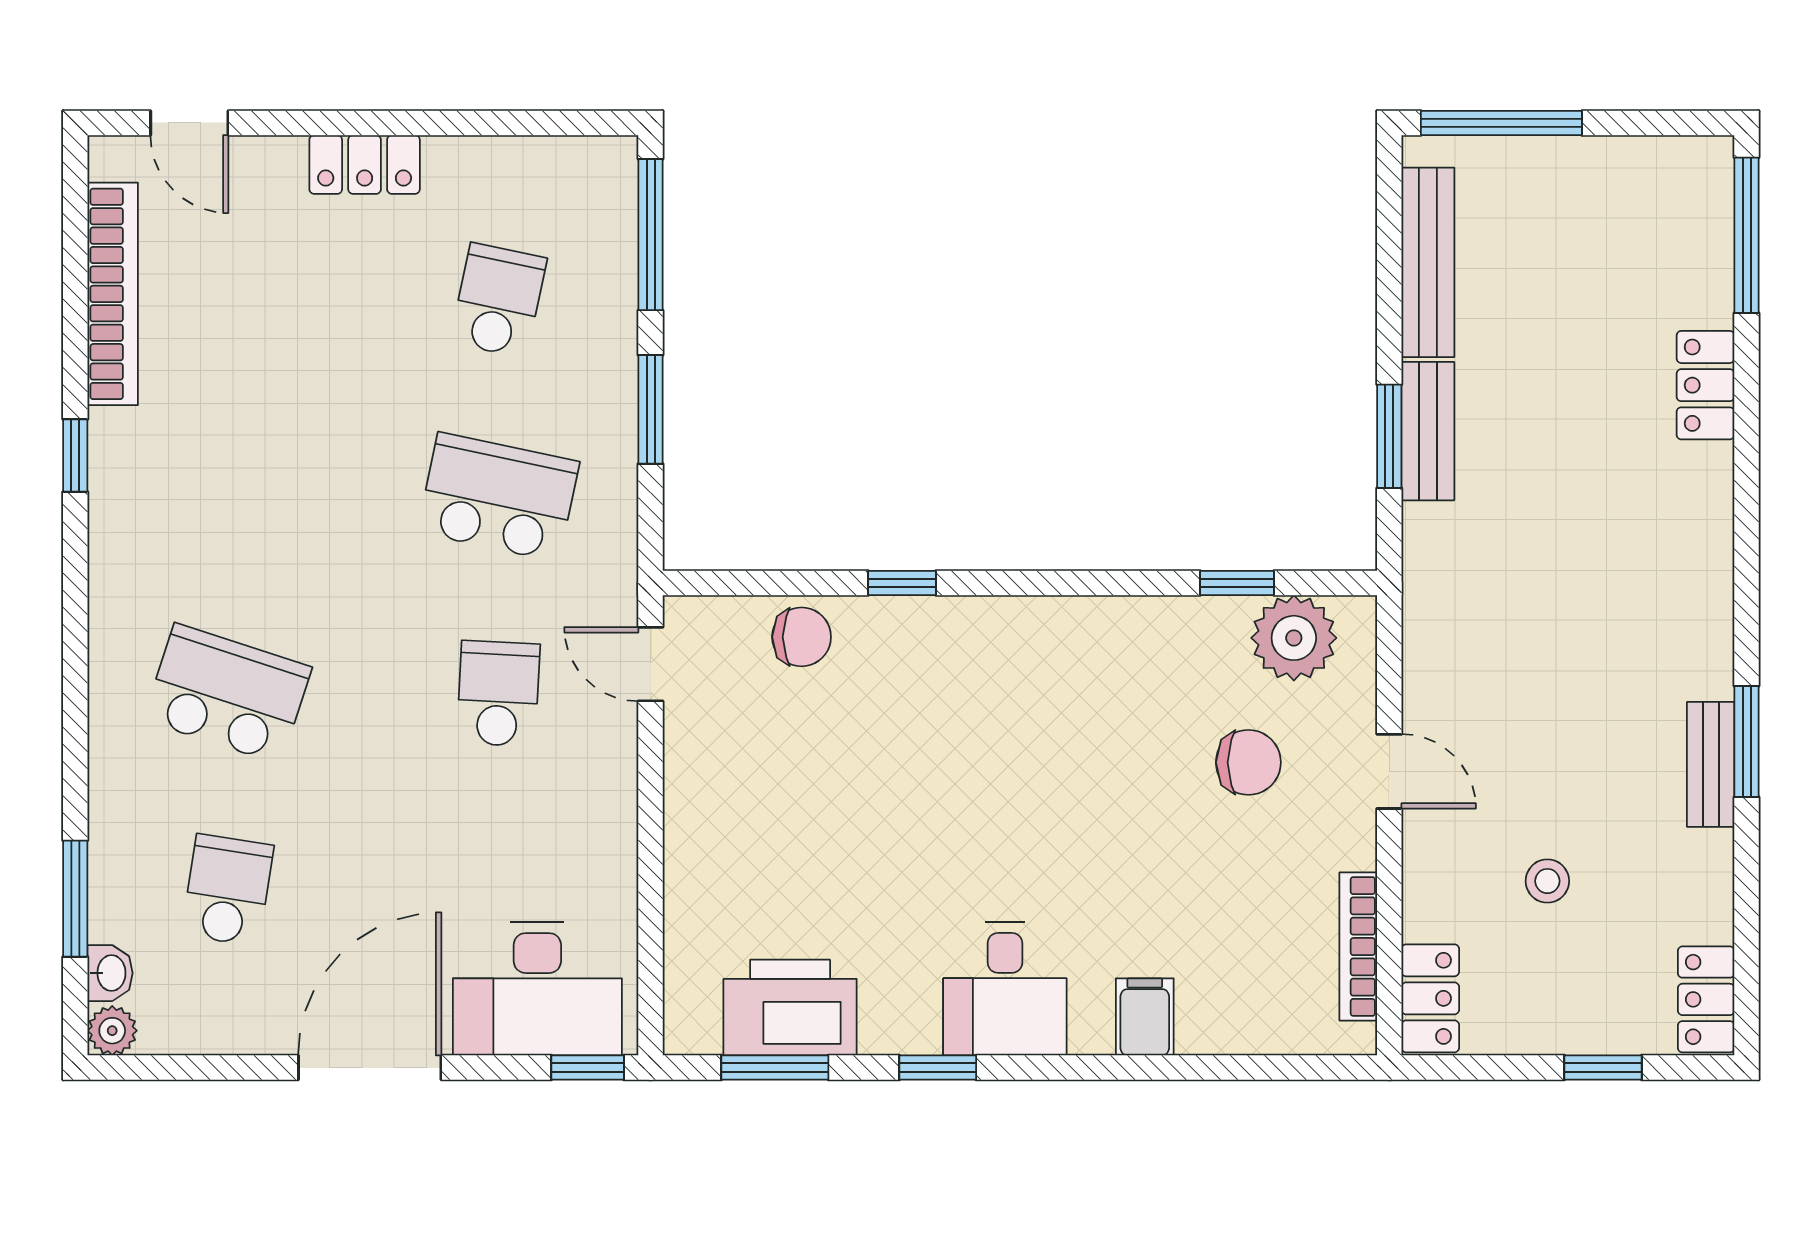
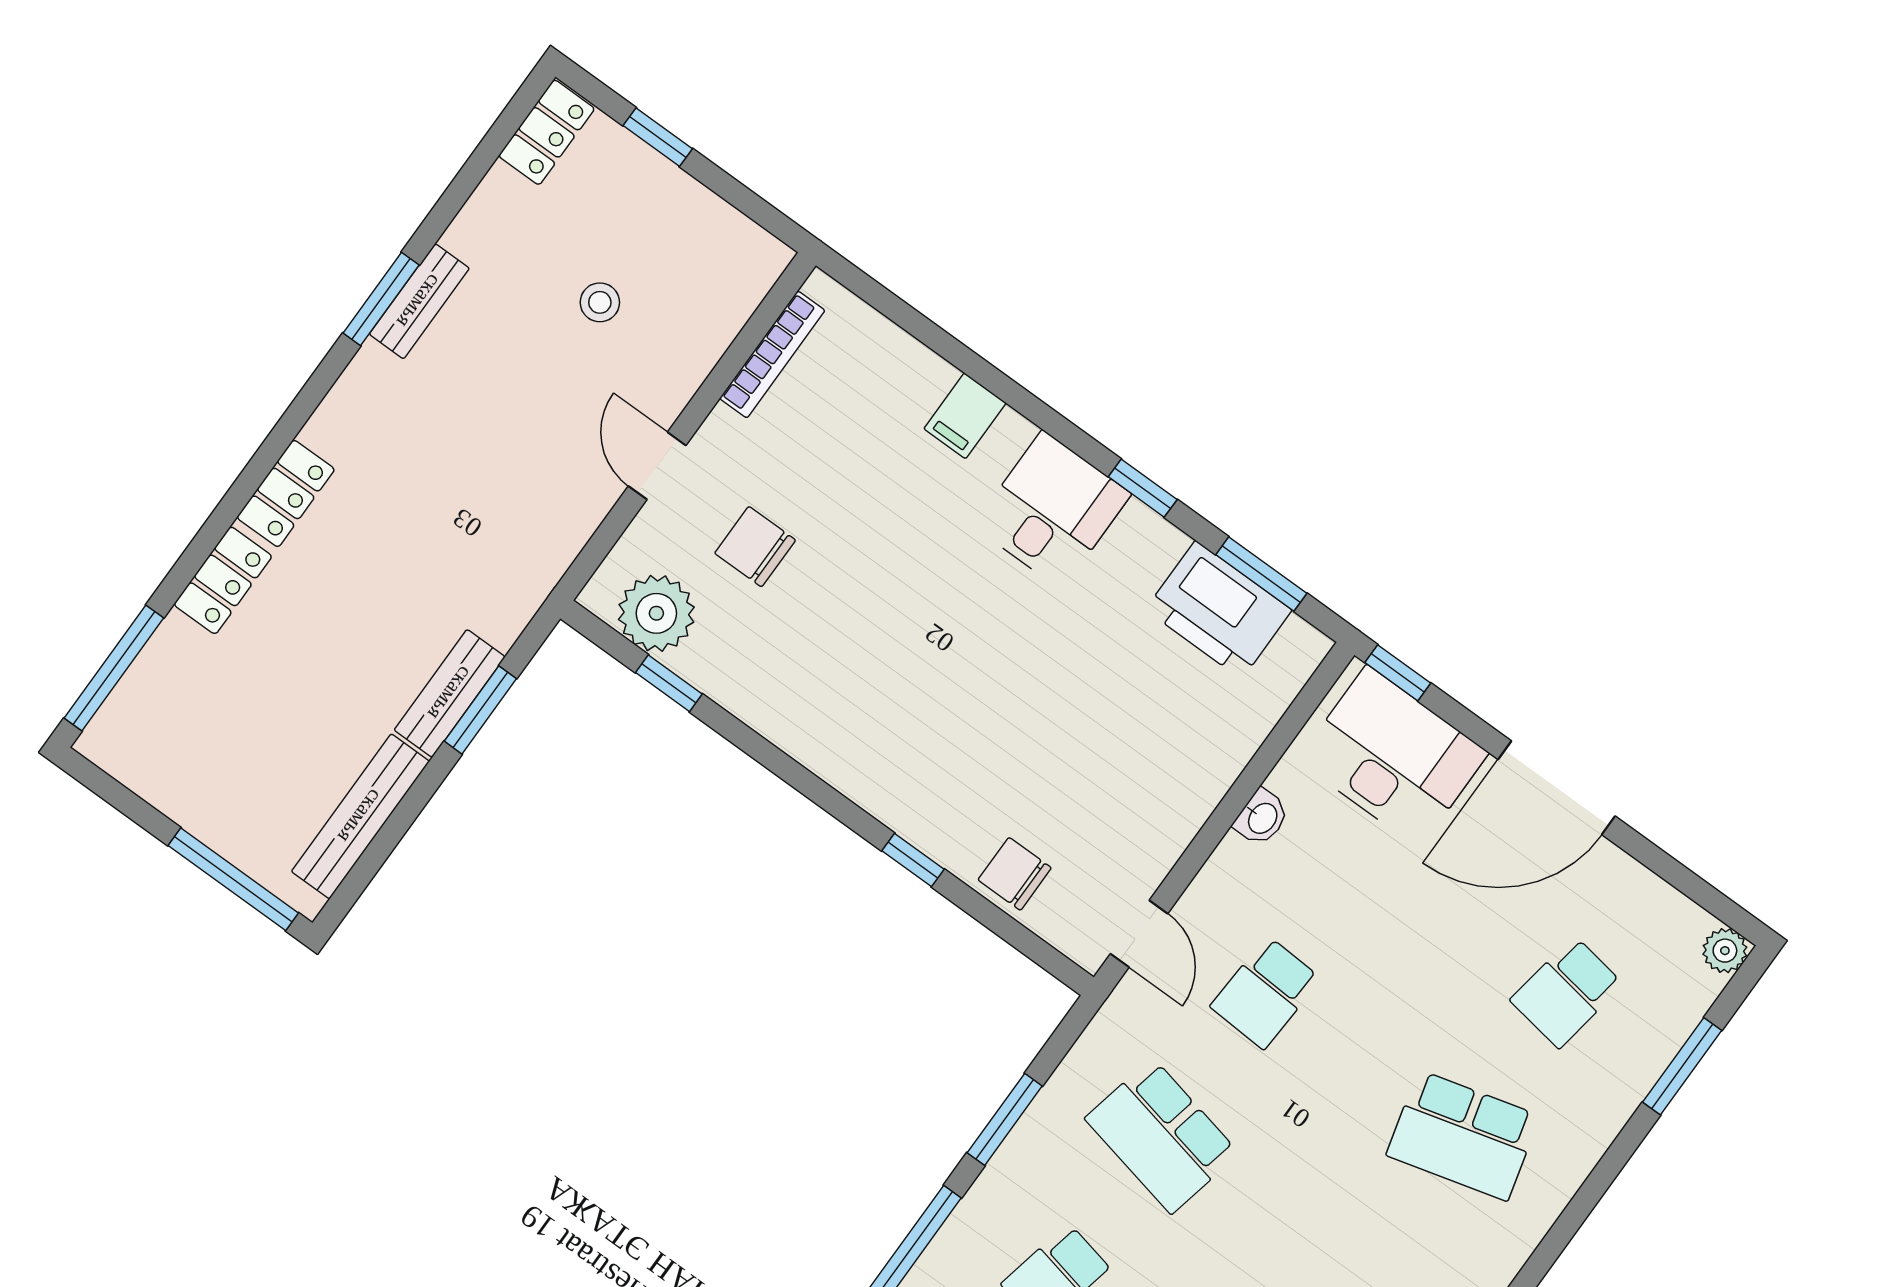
school desk: (228, 694) -> (1463, 1135), turned -33
washbasin: (110, 973) -> (1262, 818), moved, turned 180
locker: (1430, 998) -> (286, 493), moved, turned 180

